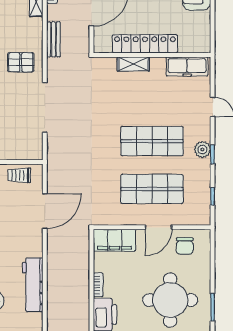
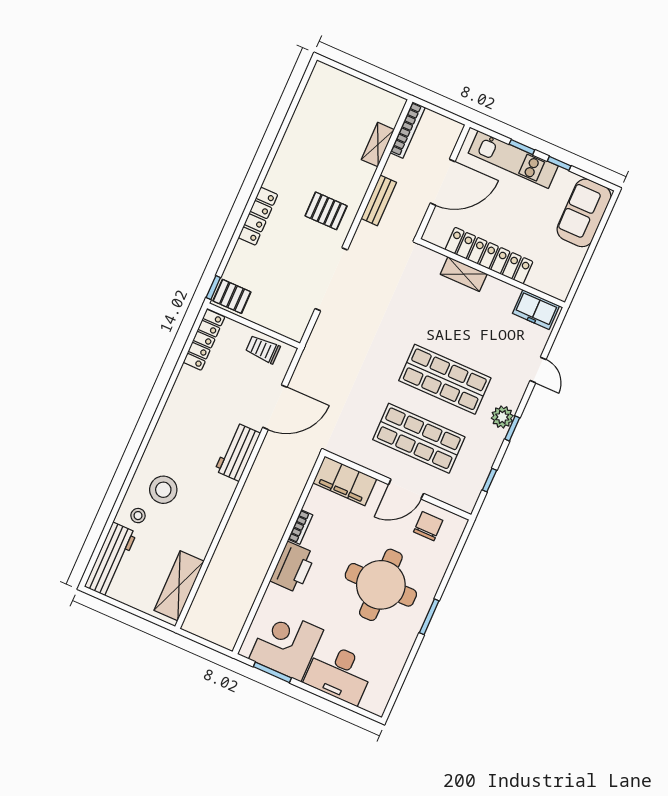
freezer: (187, 66) -> (536, 310), width x0.71
chair: (185, 246) -> (428, 526), turned 180
workbench: (33, 285) -> (237, 452), moved, width x0.73

